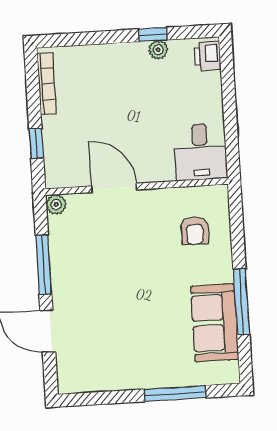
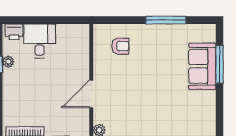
desk: (200, 152) -> (40, 41), moved, turned -90
sofa: (215, 323) -> (202, 66), moved, turned 90

